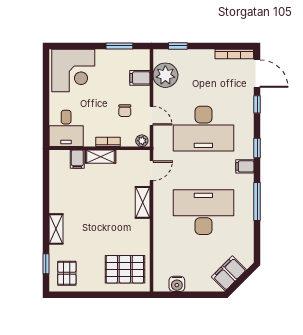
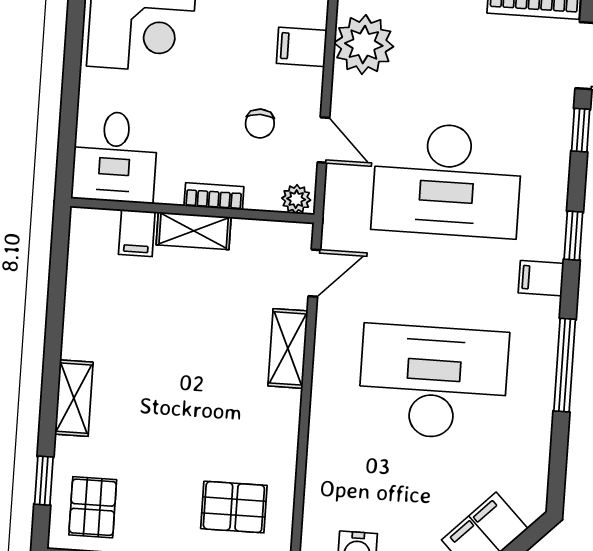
pallet: (125, 269) -> (234, 507), width x0.67, depth x0.71

